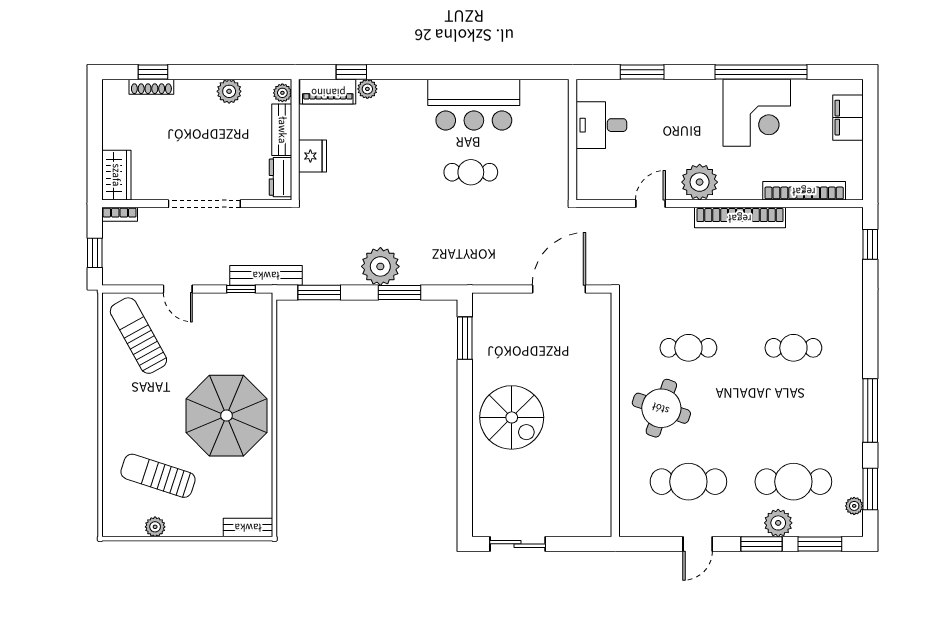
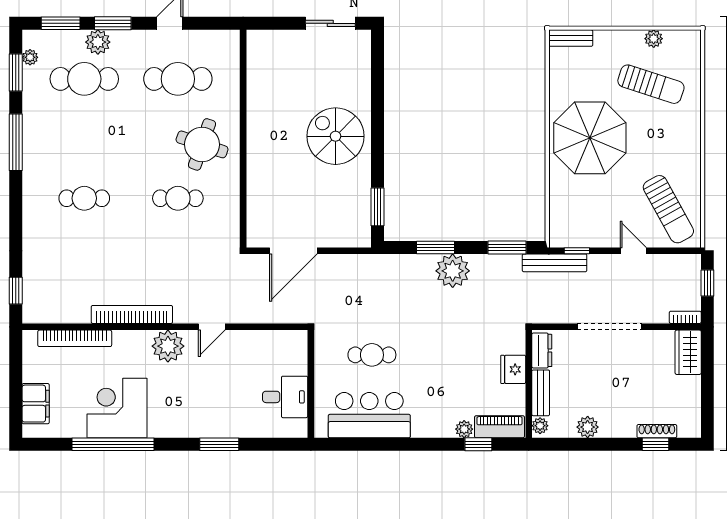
desk: (601, 125) -> (285, 397), moved
wall: (573, 140) -> (311, 384), moved

